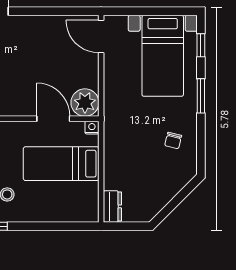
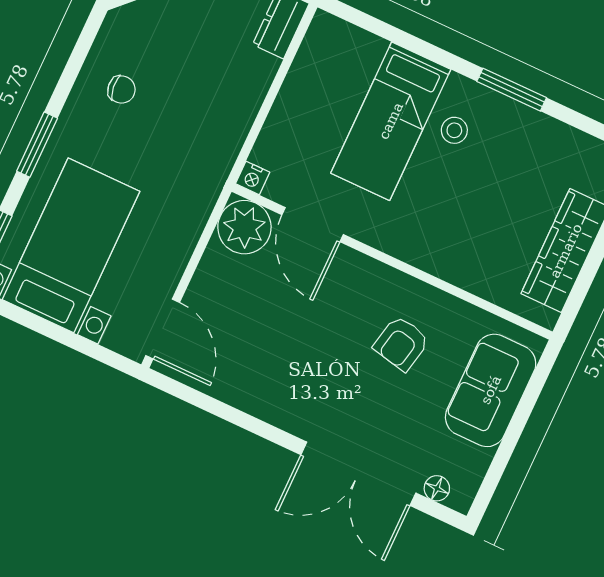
chair: (173, 140) -> (122, 90), turned 69
bed: (61, 164) -> (391, 121), moved, turned 90

